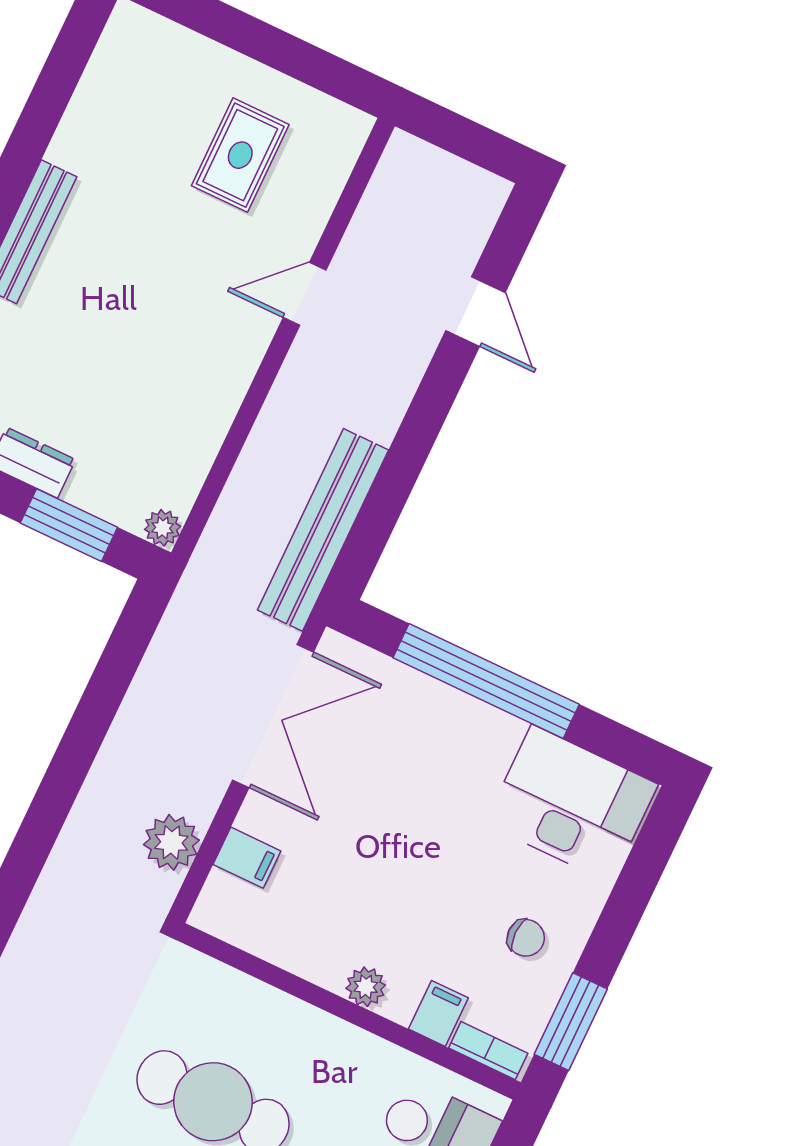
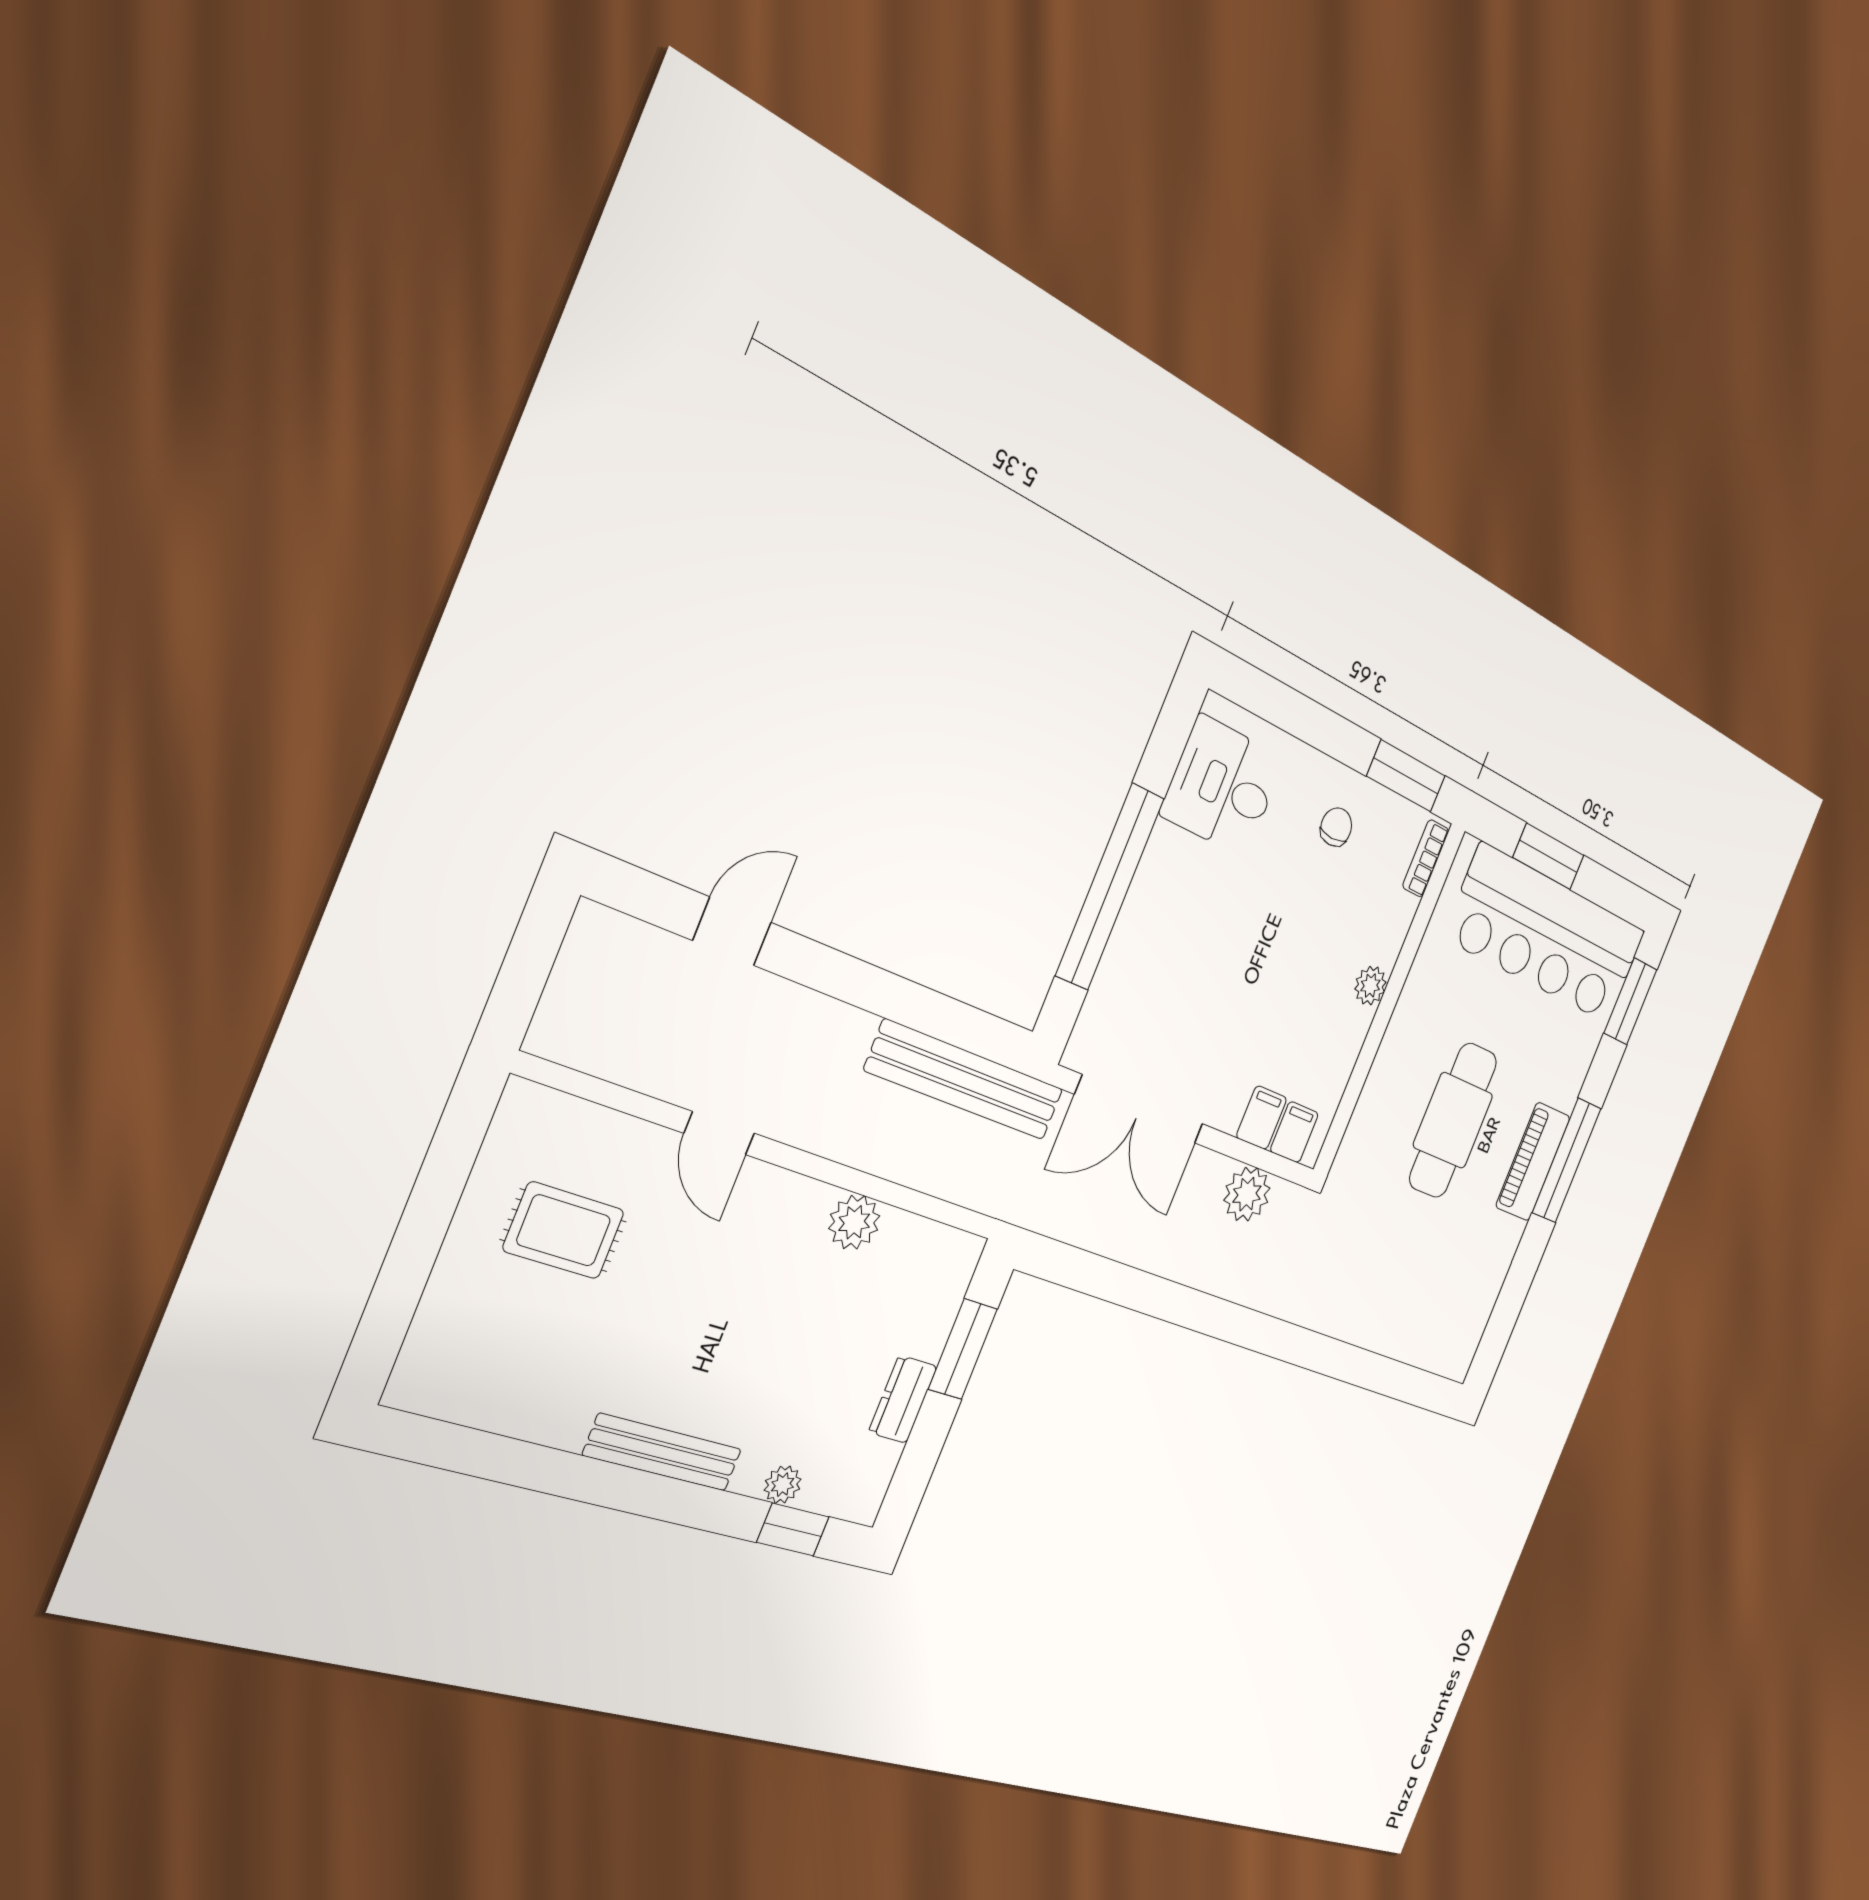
plant: (163, 528) -> (854, 1222), moved, width x1.38, depth x1.38
double door: (273, 716) -> (1140, 1109), swing flipped
desk: (571, 804) -> (1223, 786), width x0.73
filing cabinet: (438, 1013) -> (1294, 1132), moved, turned 90

